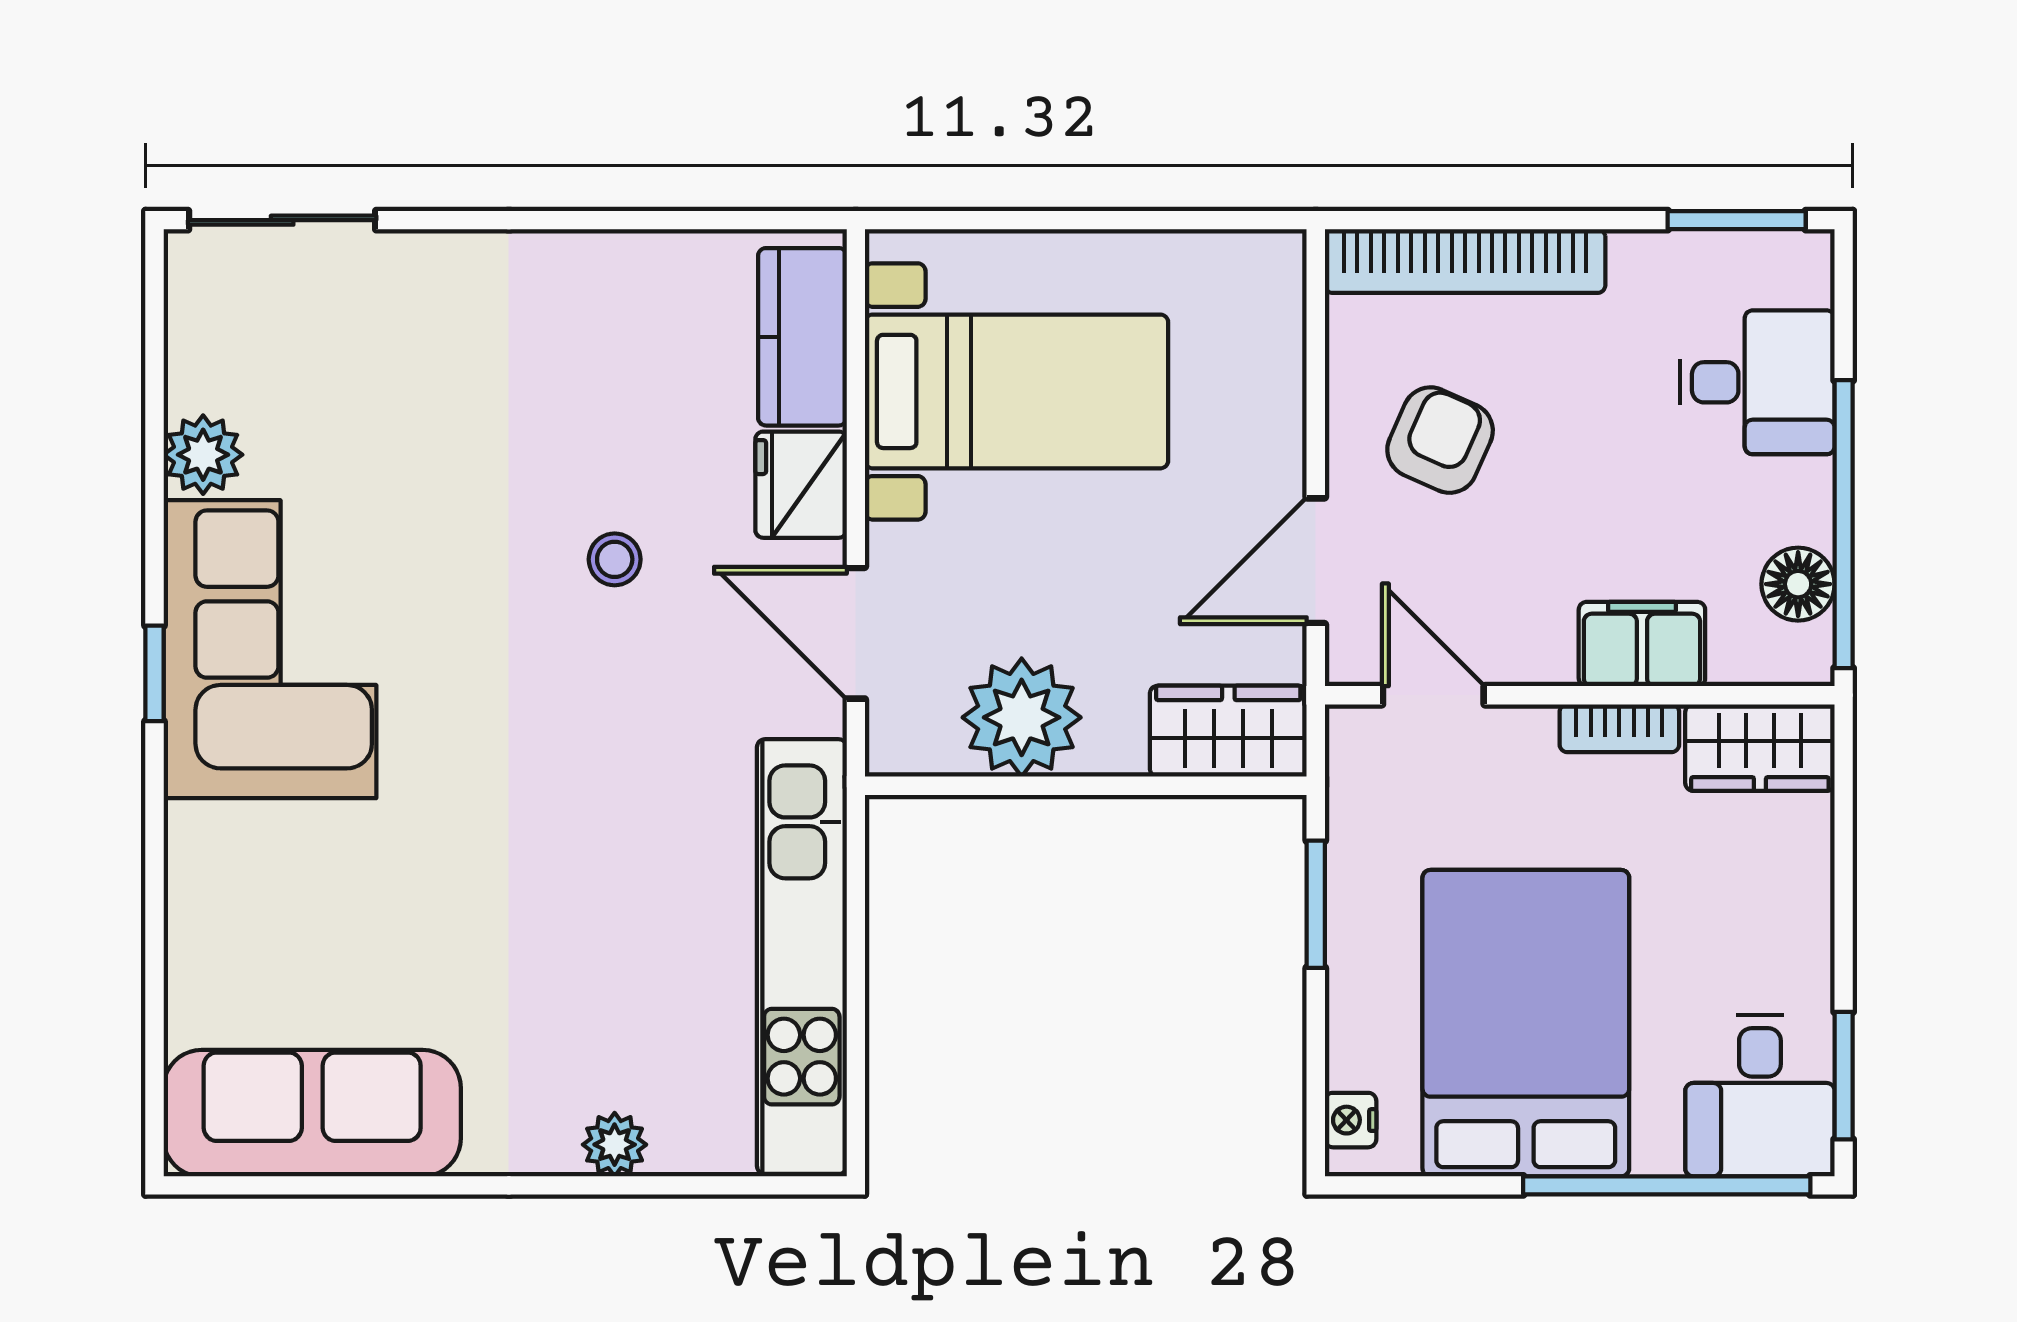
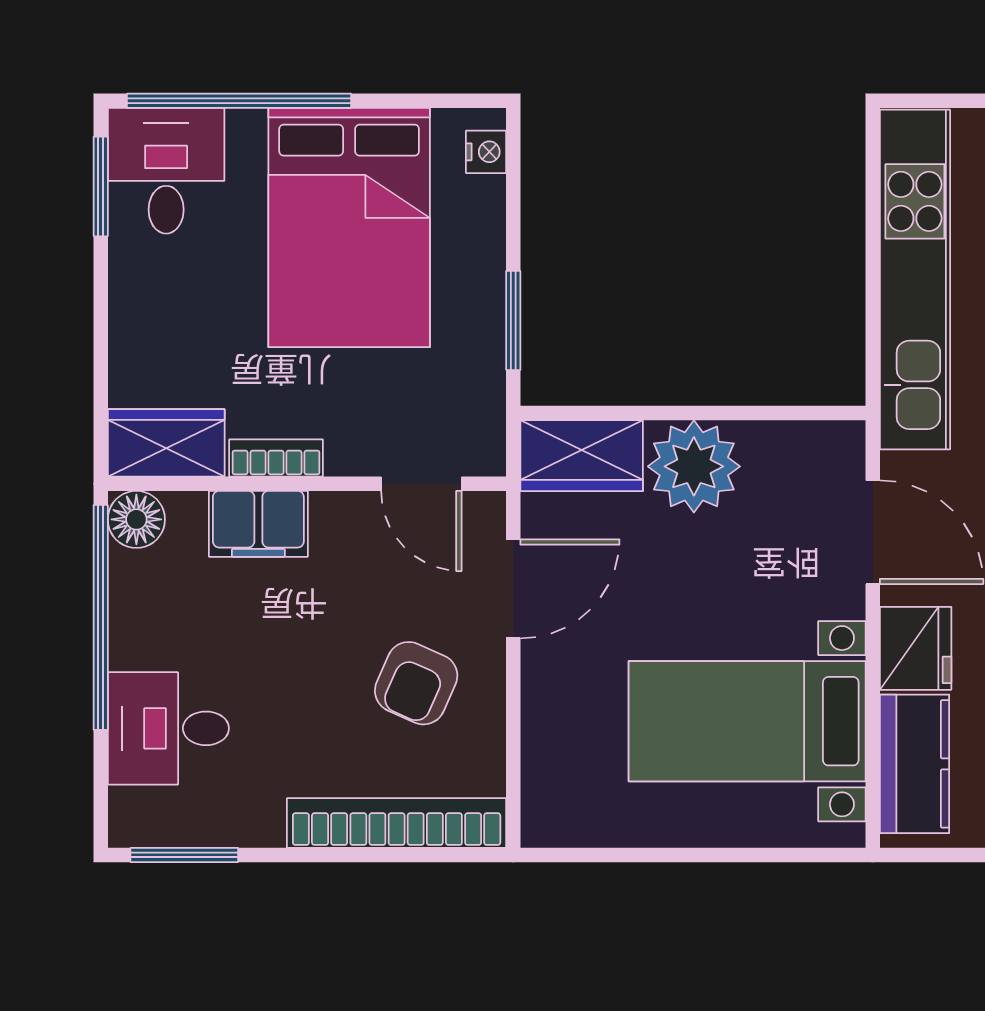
floor lamp: (1798, 584) -> (136, 519), moved
plant: (1022, 717) -> (694, 466), moved

